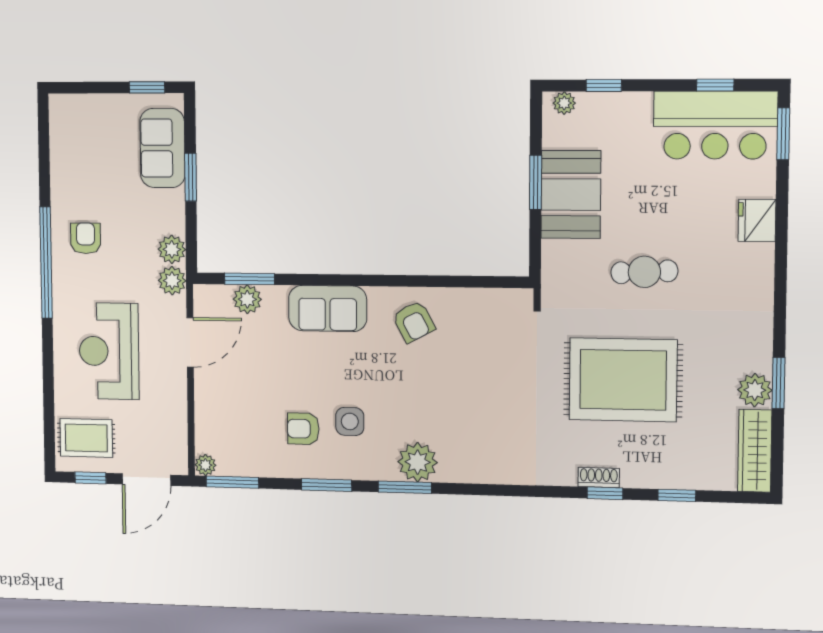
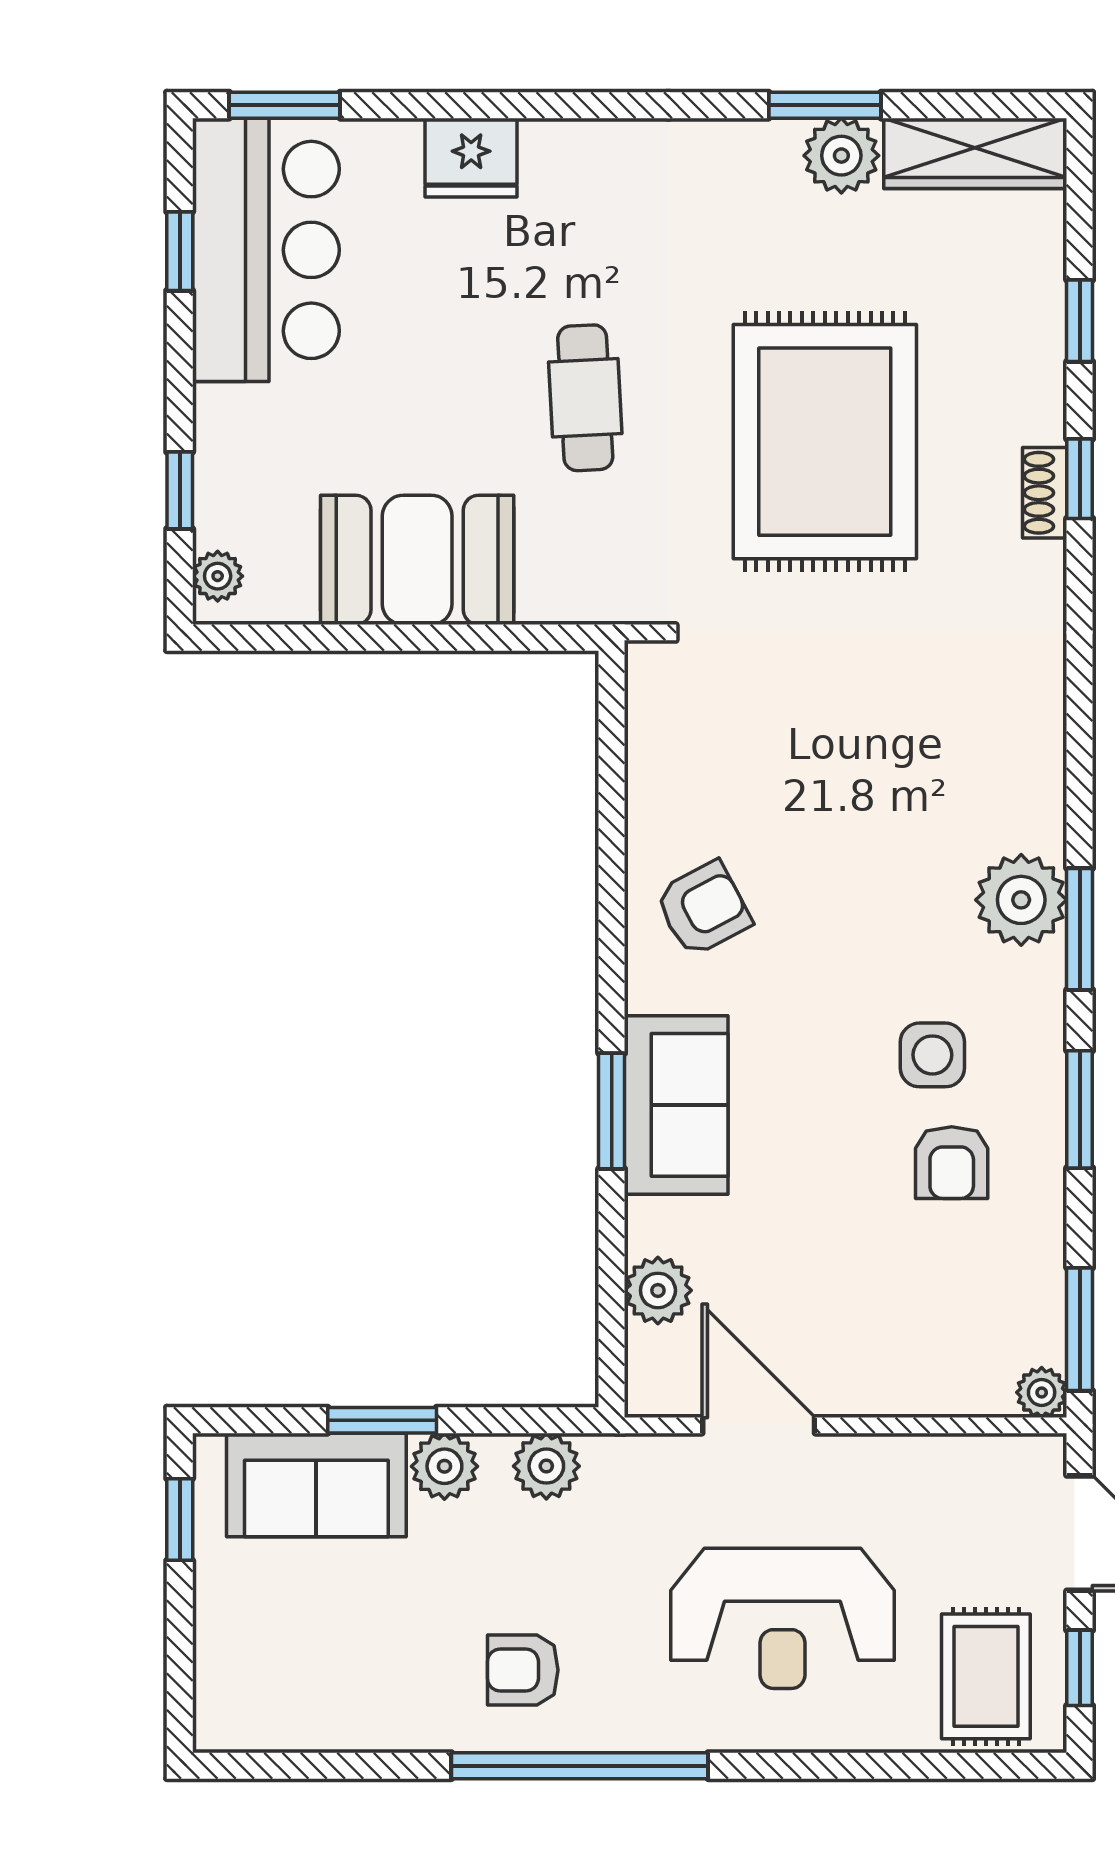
window: (536, 182) -> (391, 638), removed
window: (250, 279) -> (612, 1111), moved
plant: (172, 281) -> (444, 1466), moved

